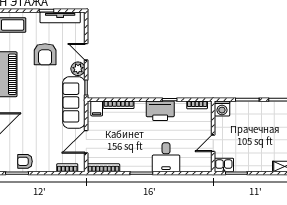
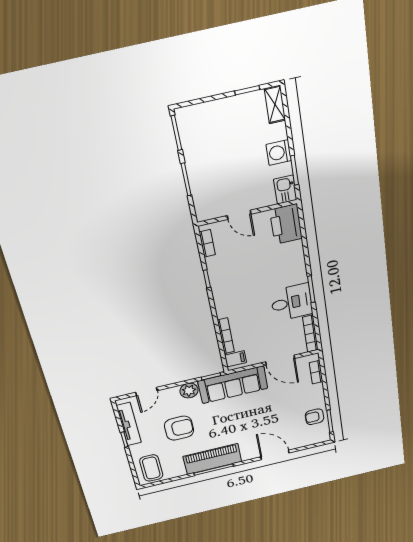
door: (86, 52) -> (146, 392), moved
washing machine: (222, 108) -> (279, 153), moved, turned 180
printer: (160, 111) -> (286, 224), moved, turned 180
door: (213, 143) -> (239, 215), moved
desk: (166, 157) -> (292, 302), moved
armchair: (25, 161) -> (315, 417), turned 90

